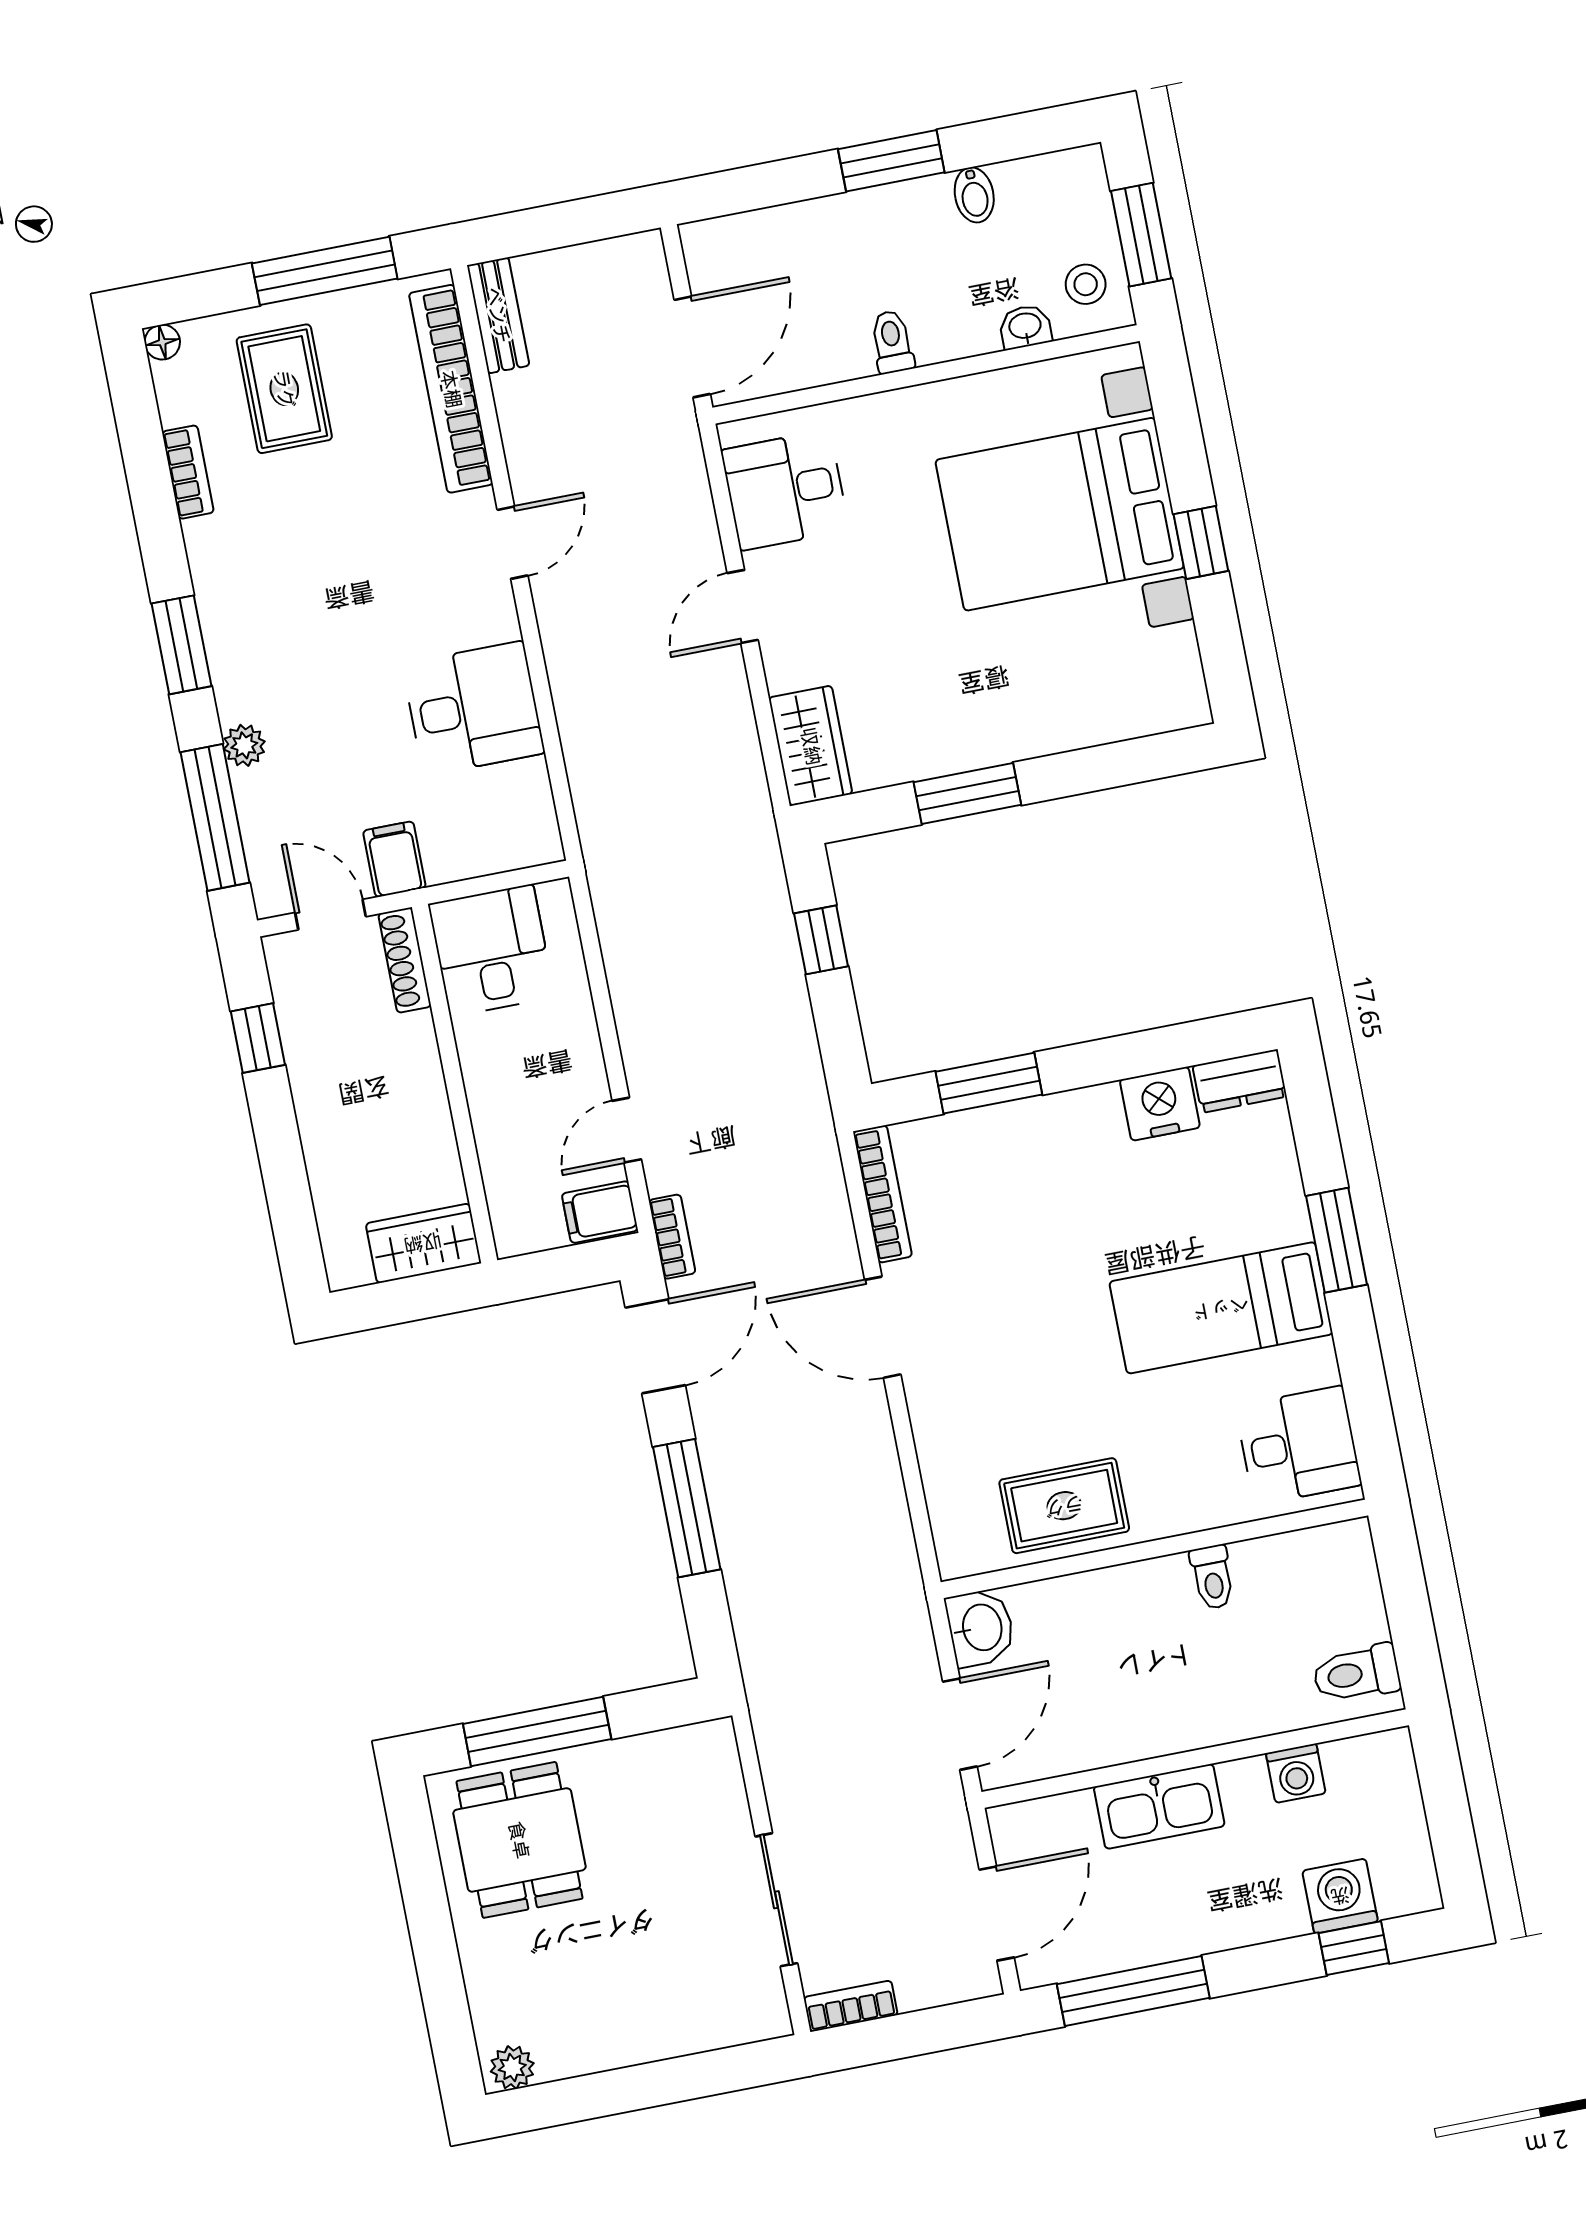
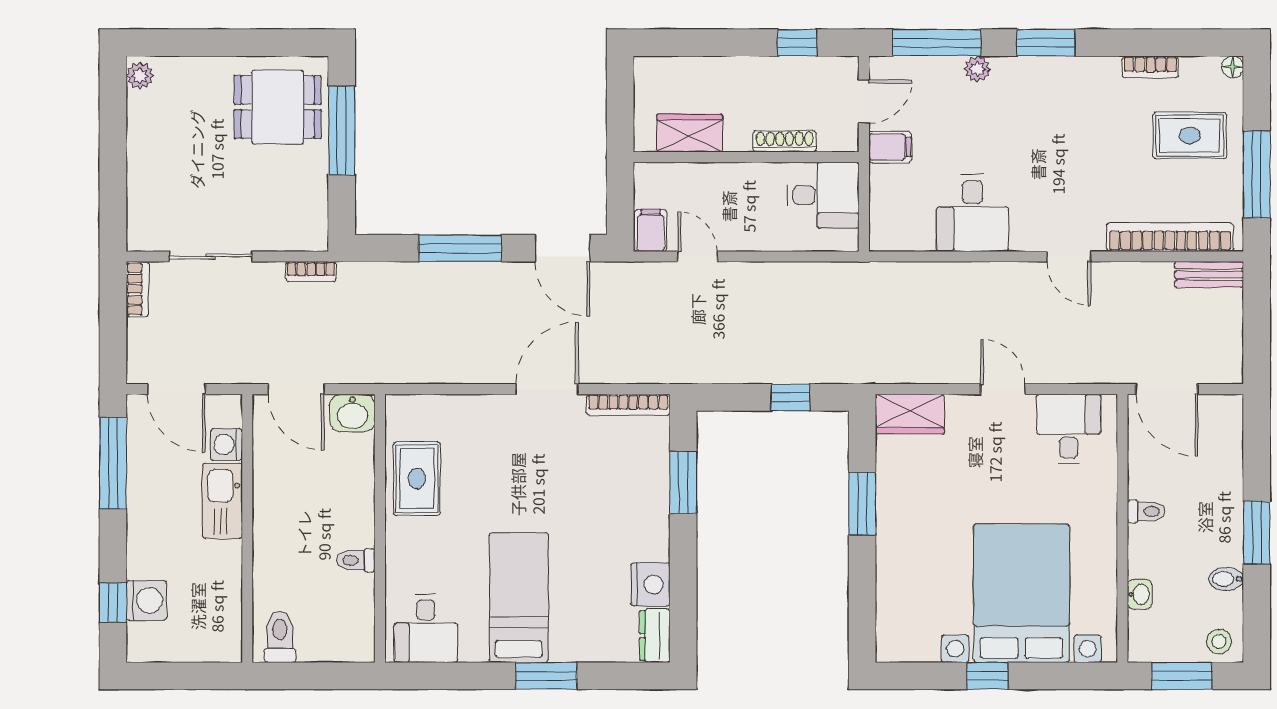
stool: (1086, 284) -> (1219, 642), moved
shoe rack: (405, 960) -> (785, 141), moved
bookcase: (672, 1237) -> (311, 272), moved
wardrobe: (423, 1243) -> (690, 133), moved, turned -90
washing machine: (1296, 1773) -> (226, 444), moved

